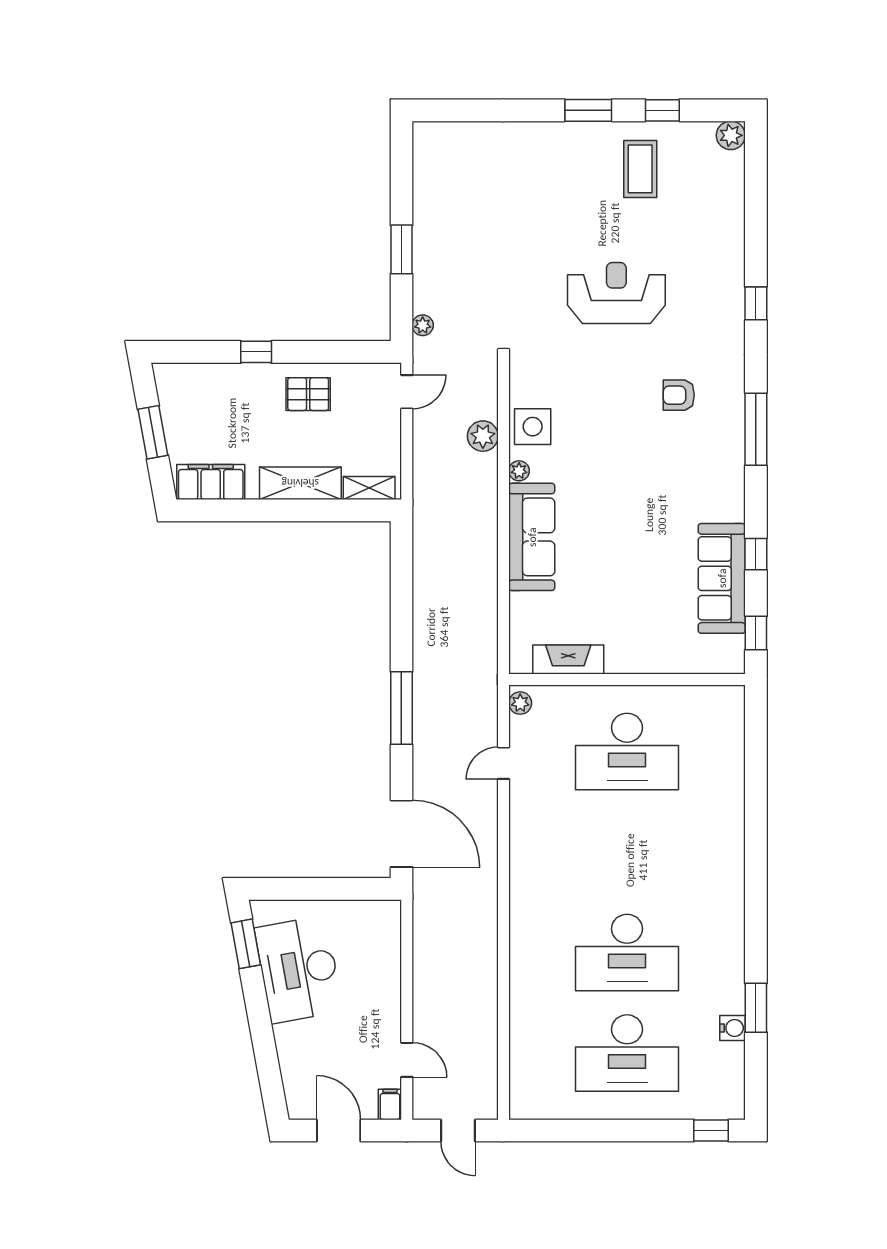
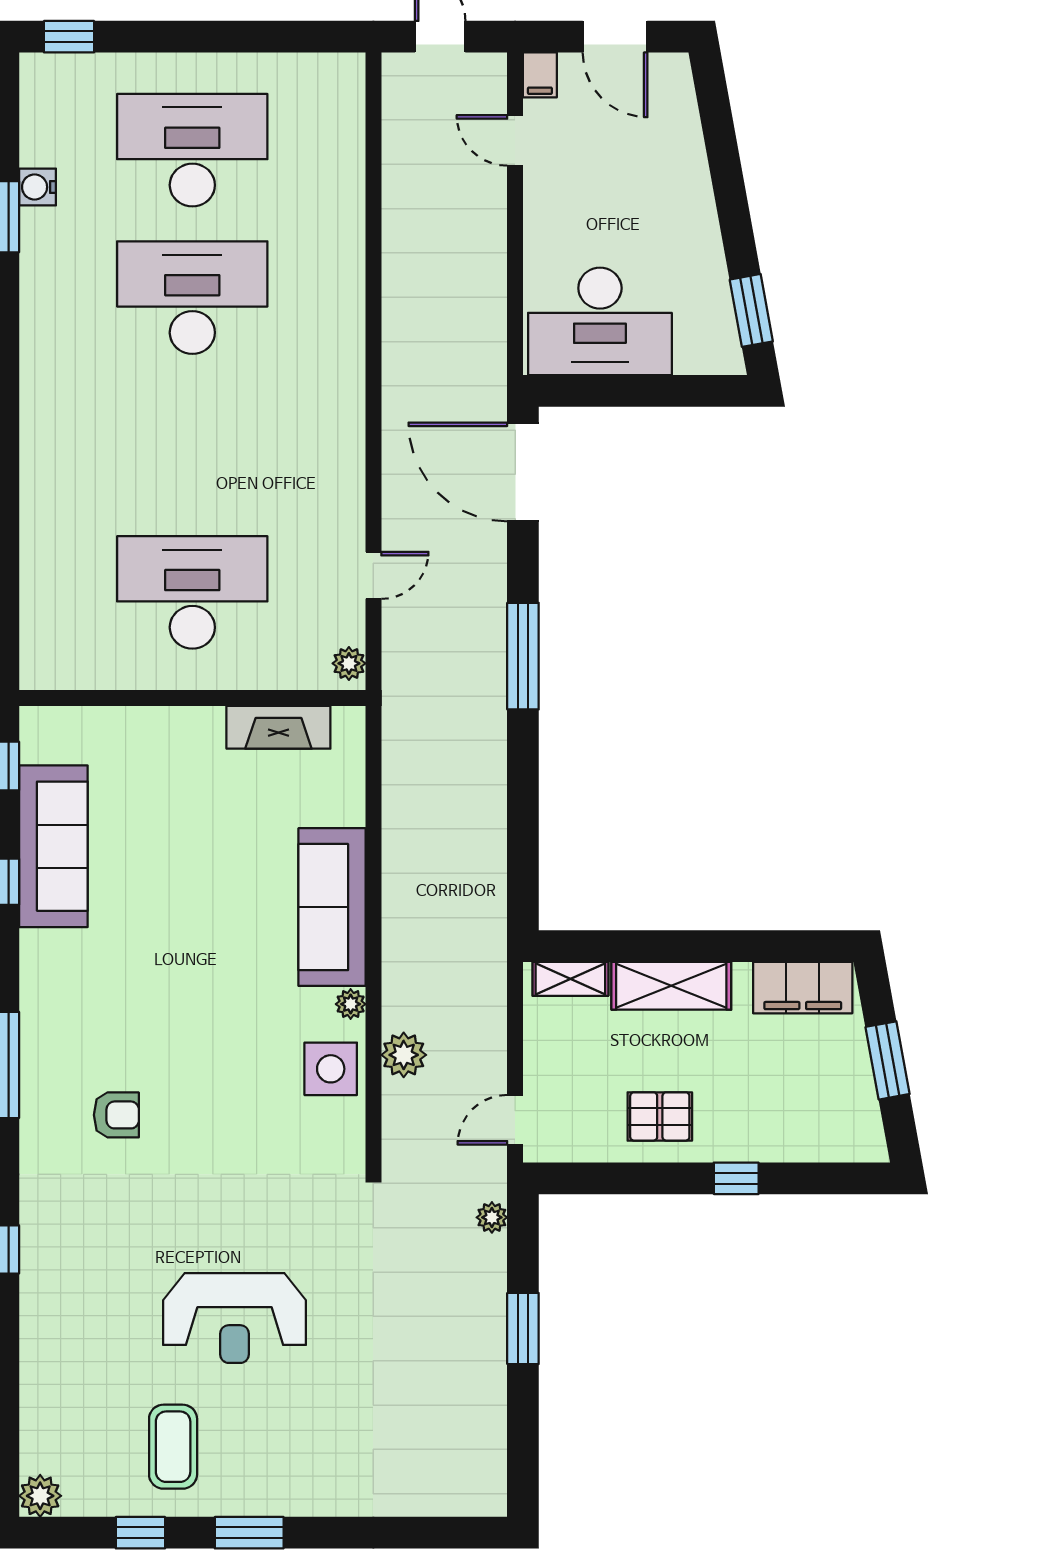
reception desk: (616, 293) -> (235, 1318), moved
desk: (299, 969) -> (600, 321), moved, turned 100

